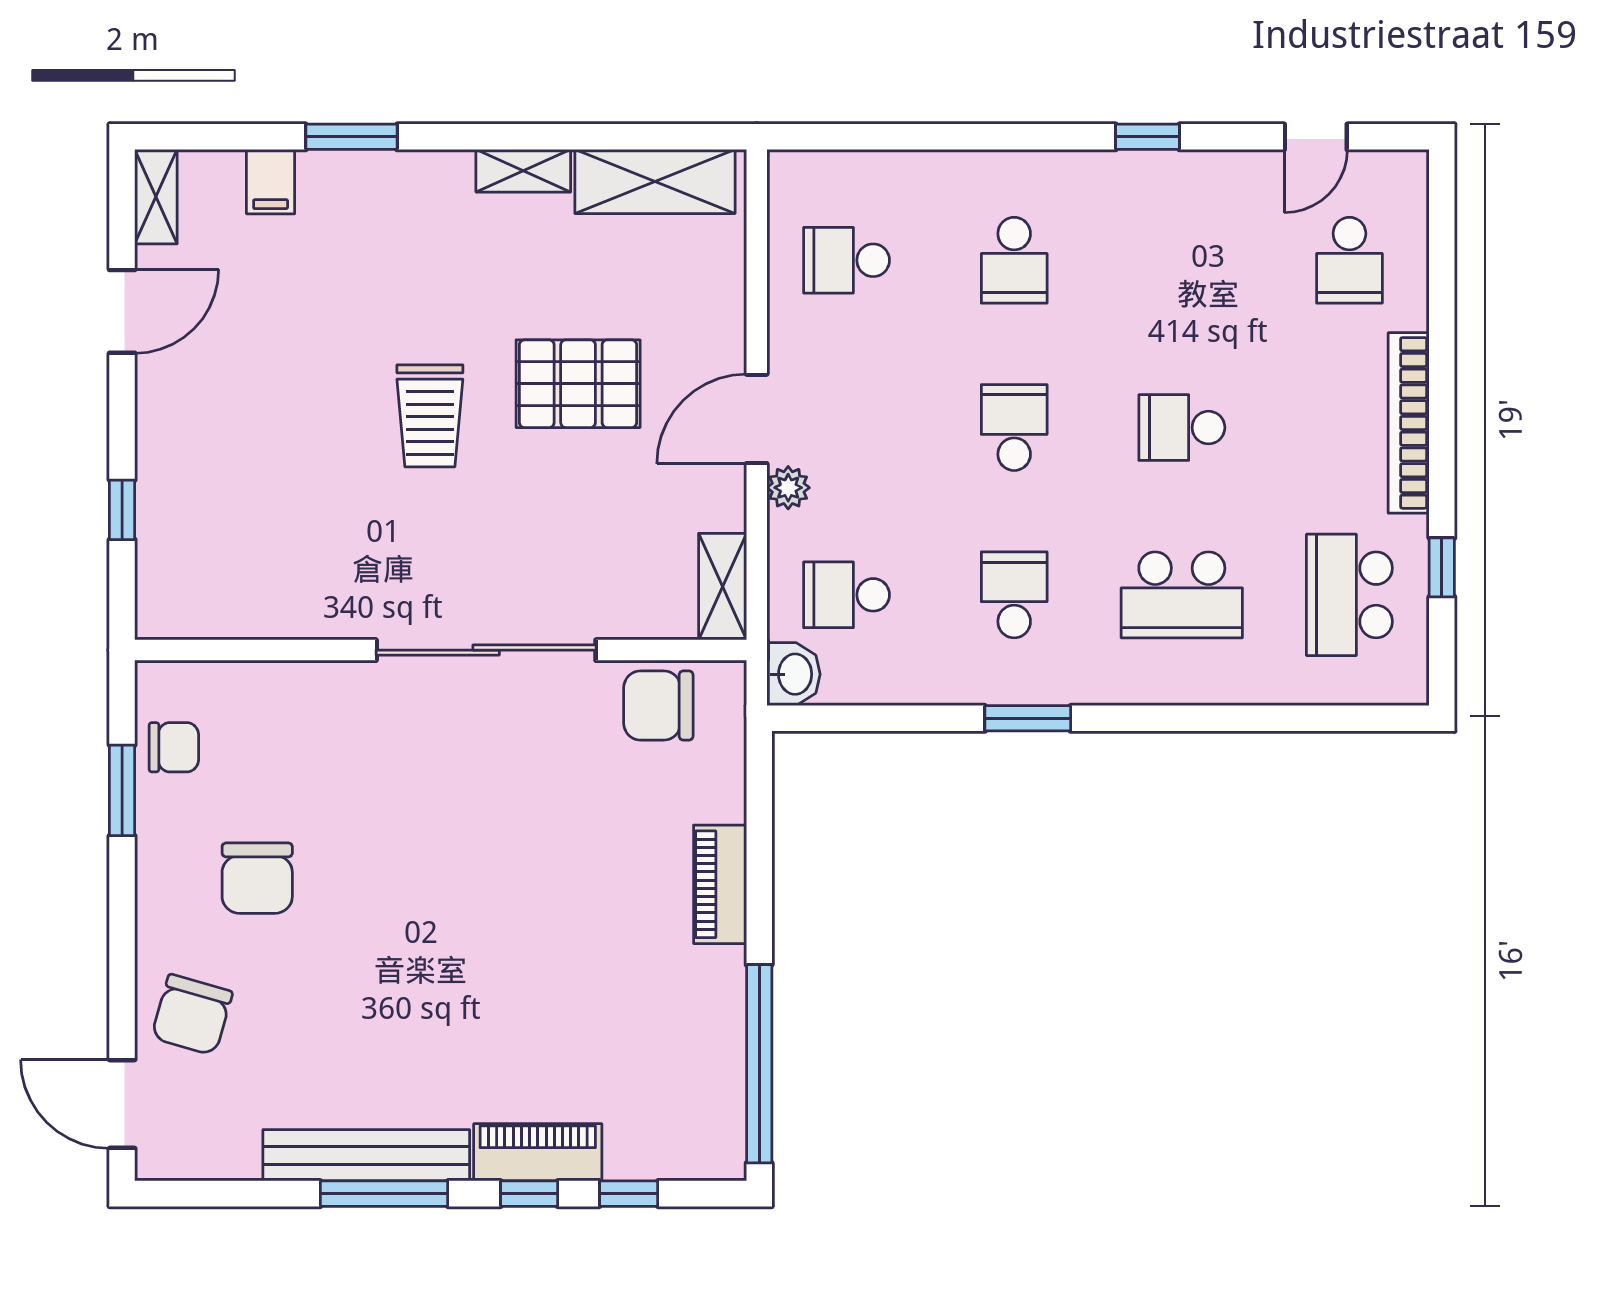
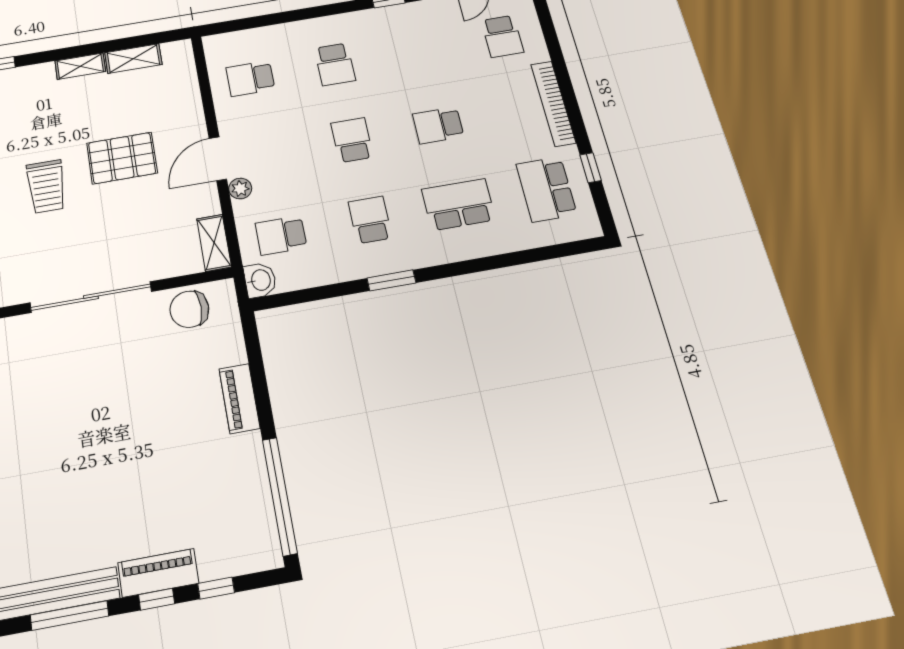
shelving: (655, 181) -> (133, 59), width x0.67, depth x0.75
school desk: (1182, 595) -> (459, 204), turned 180

